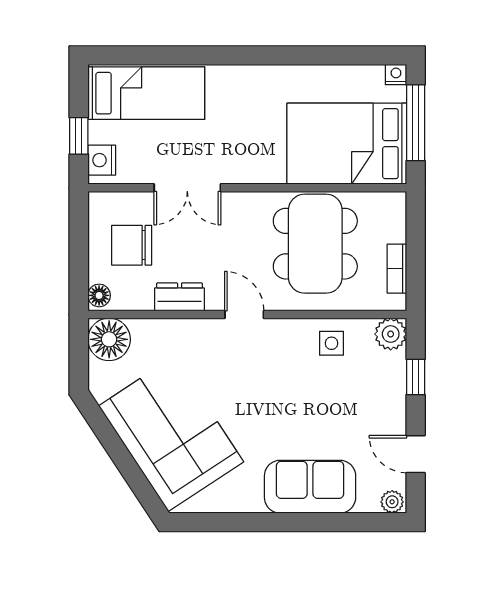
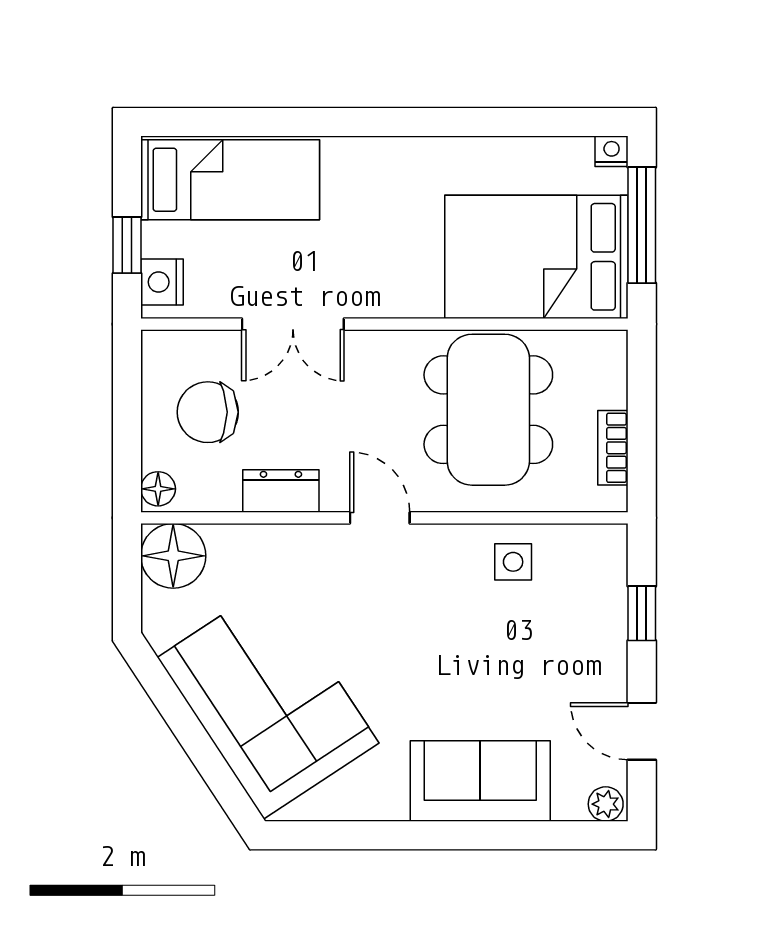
plant: (391, 334) -> (603, 548), removed

